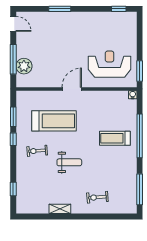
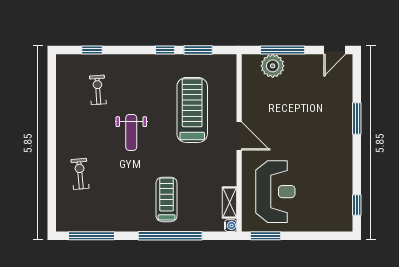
treadmill: (54, 121) -> (192, 110), turned 180
exercise bike: (37, 151) -> (98, 90), moved
shelving: (60, 209) -> (229, 202), moved

